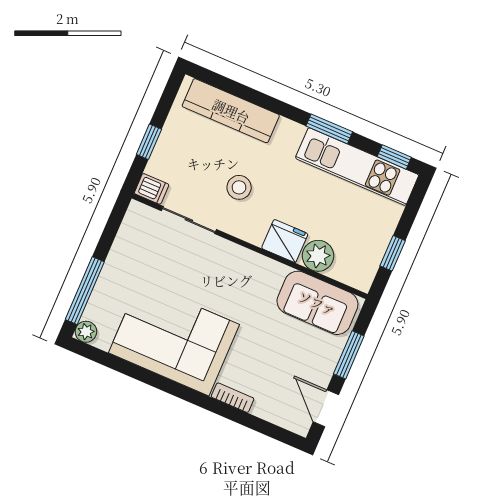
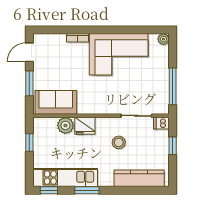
window: (85, 291) -> (173, 86), moved
door: (326, 408) -> (29, 52), swing flipped

